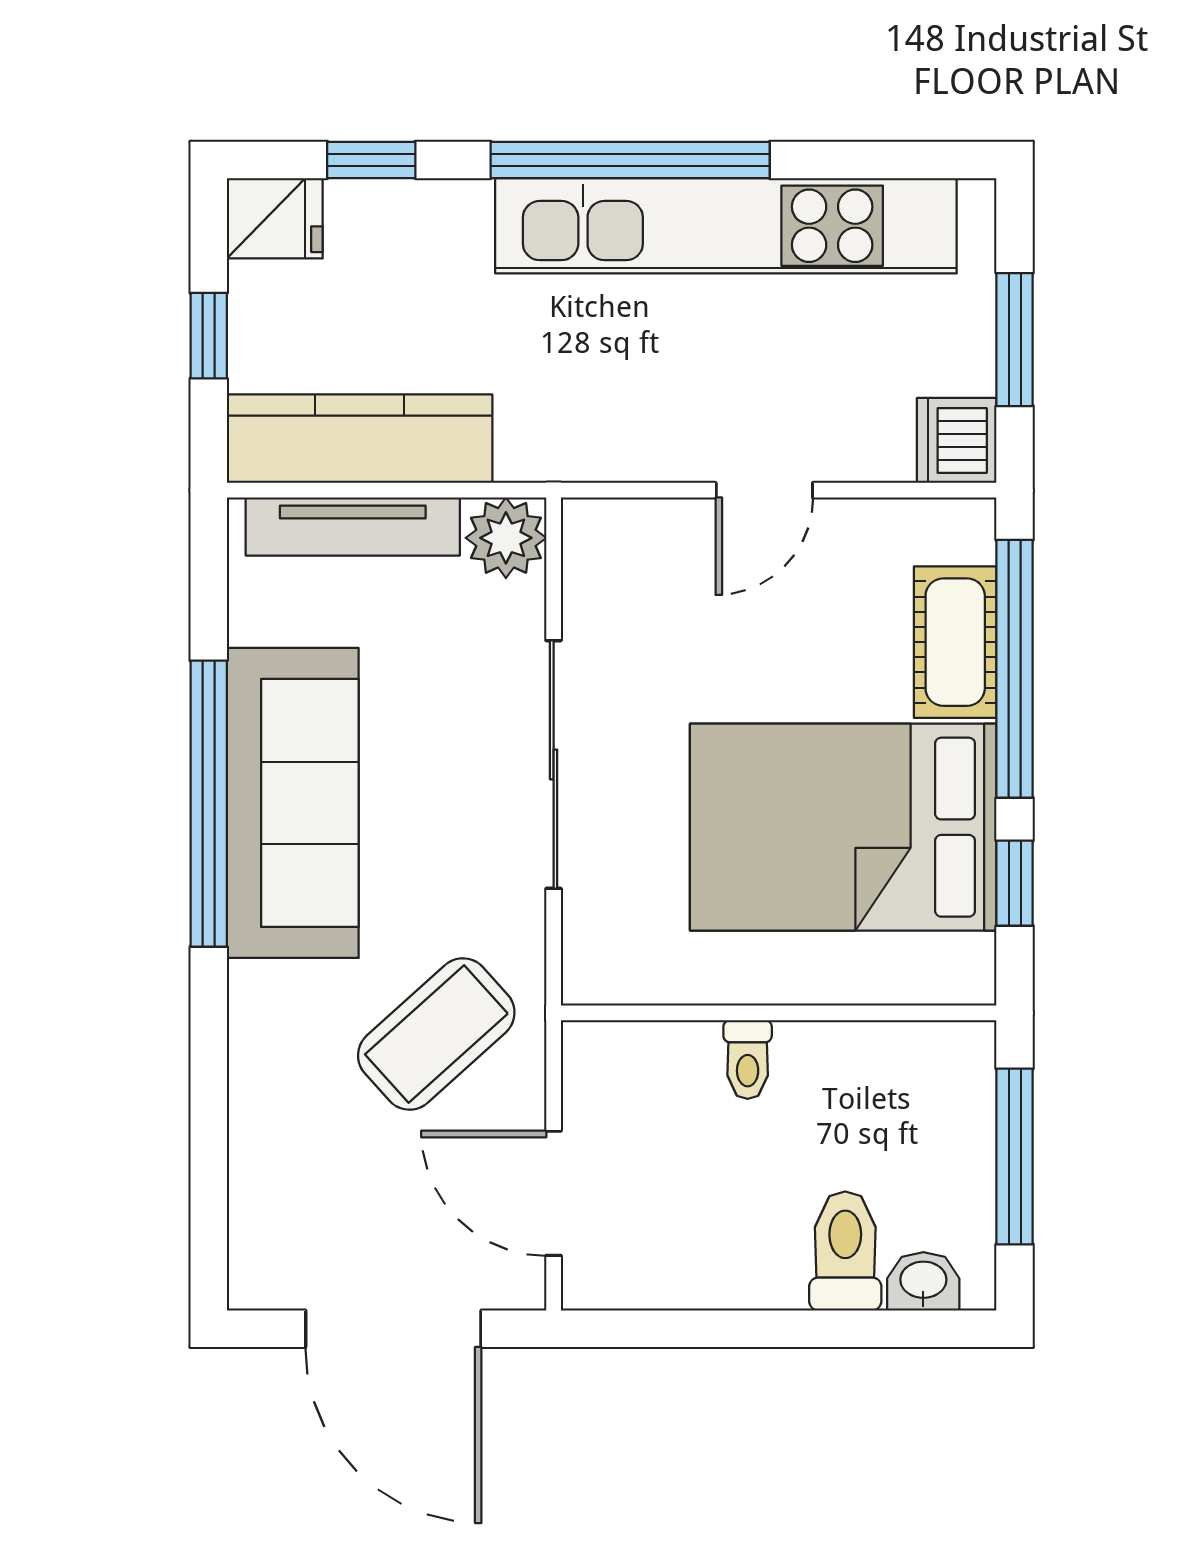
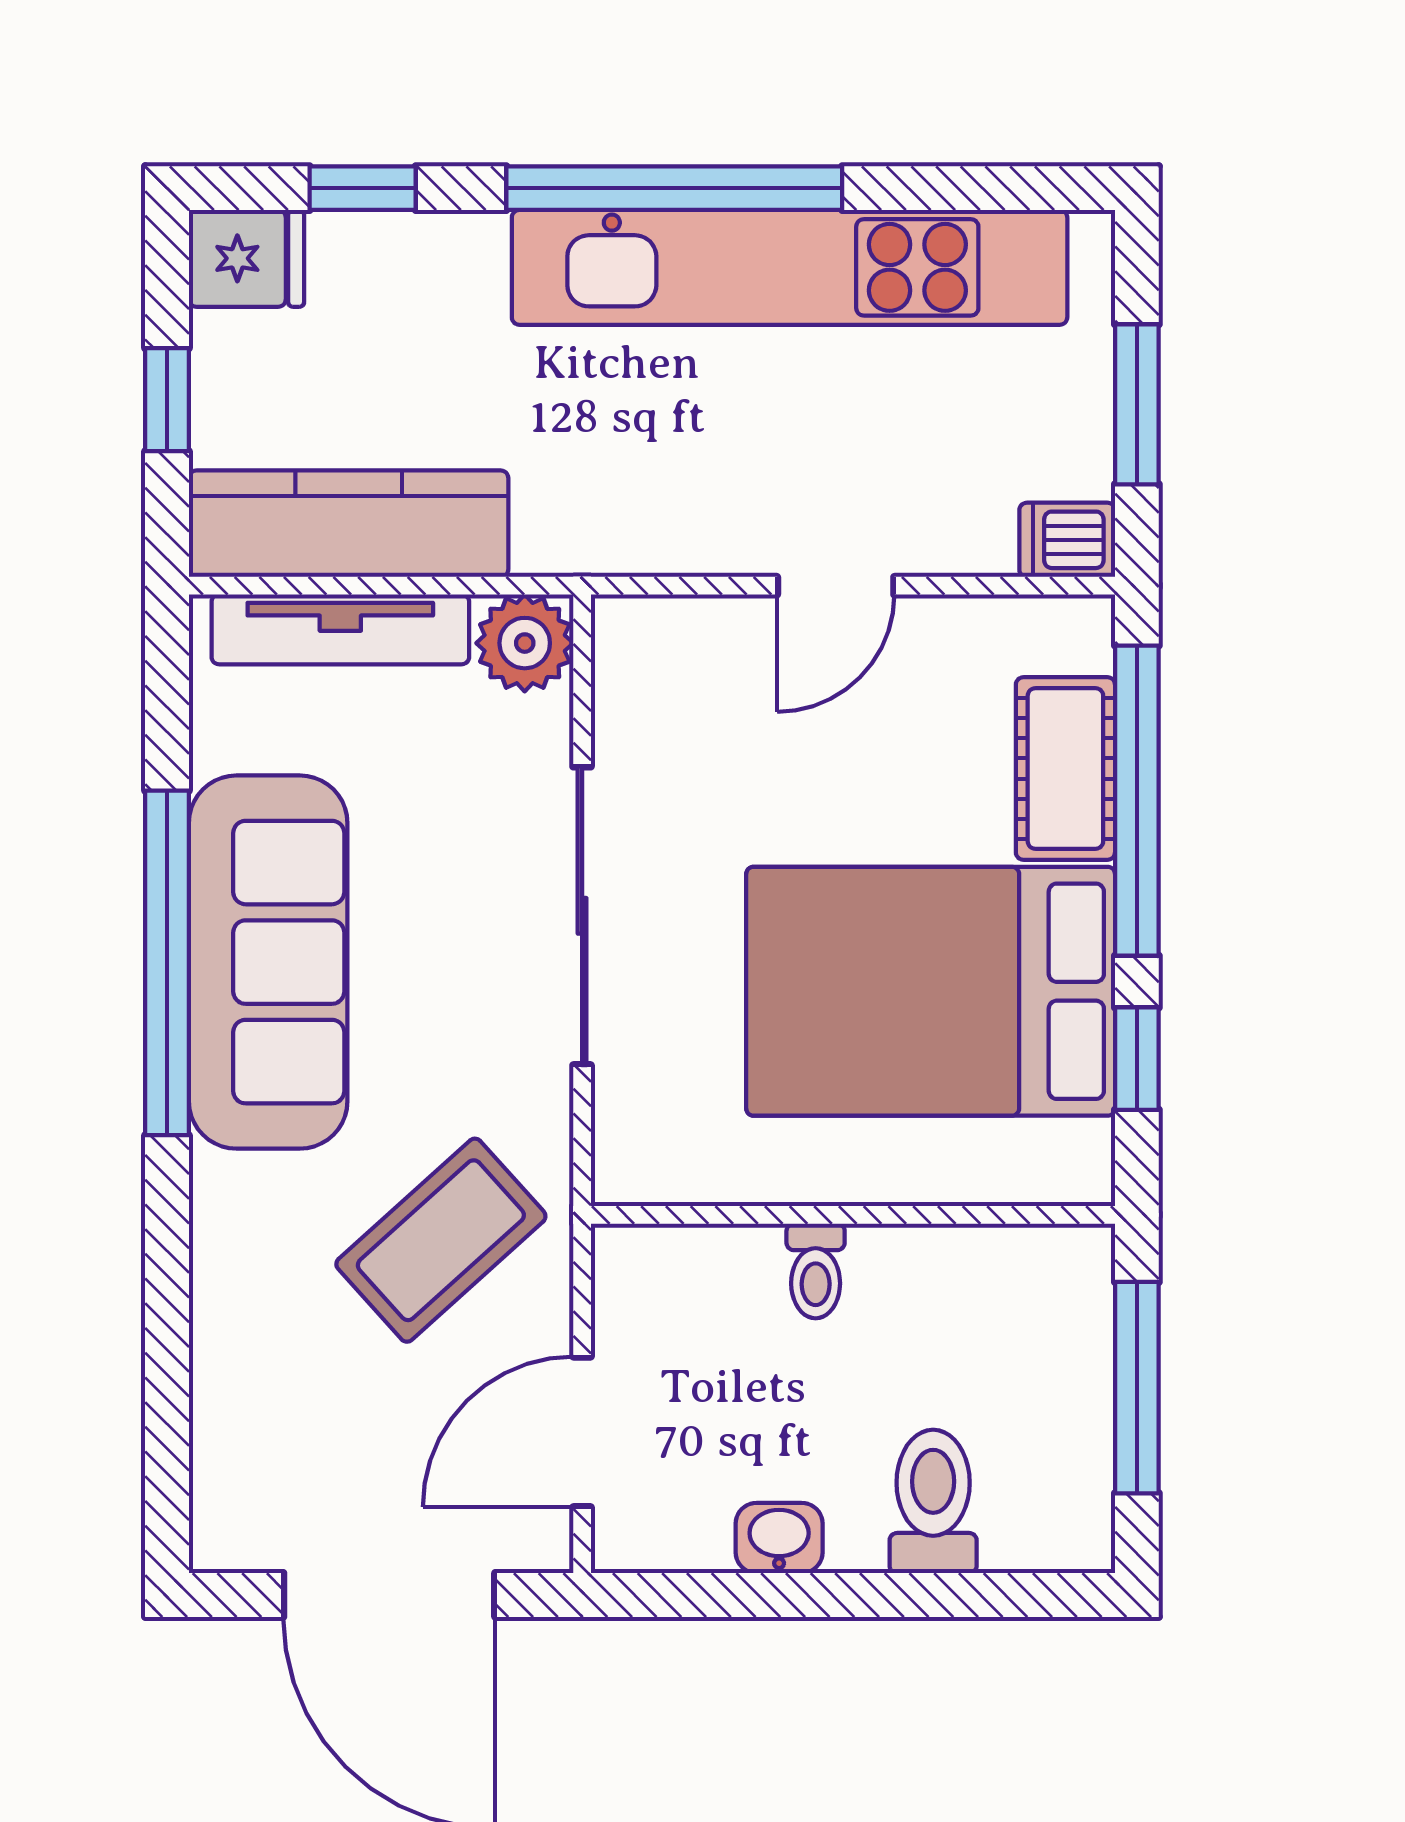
dishwasher: (957, 440) -> (1067, 540), width x0.73
door: (554, 1193) -> (582, 1432), hinge flipped
washbasin: (923, 1281) -> (779, 1538), moved

